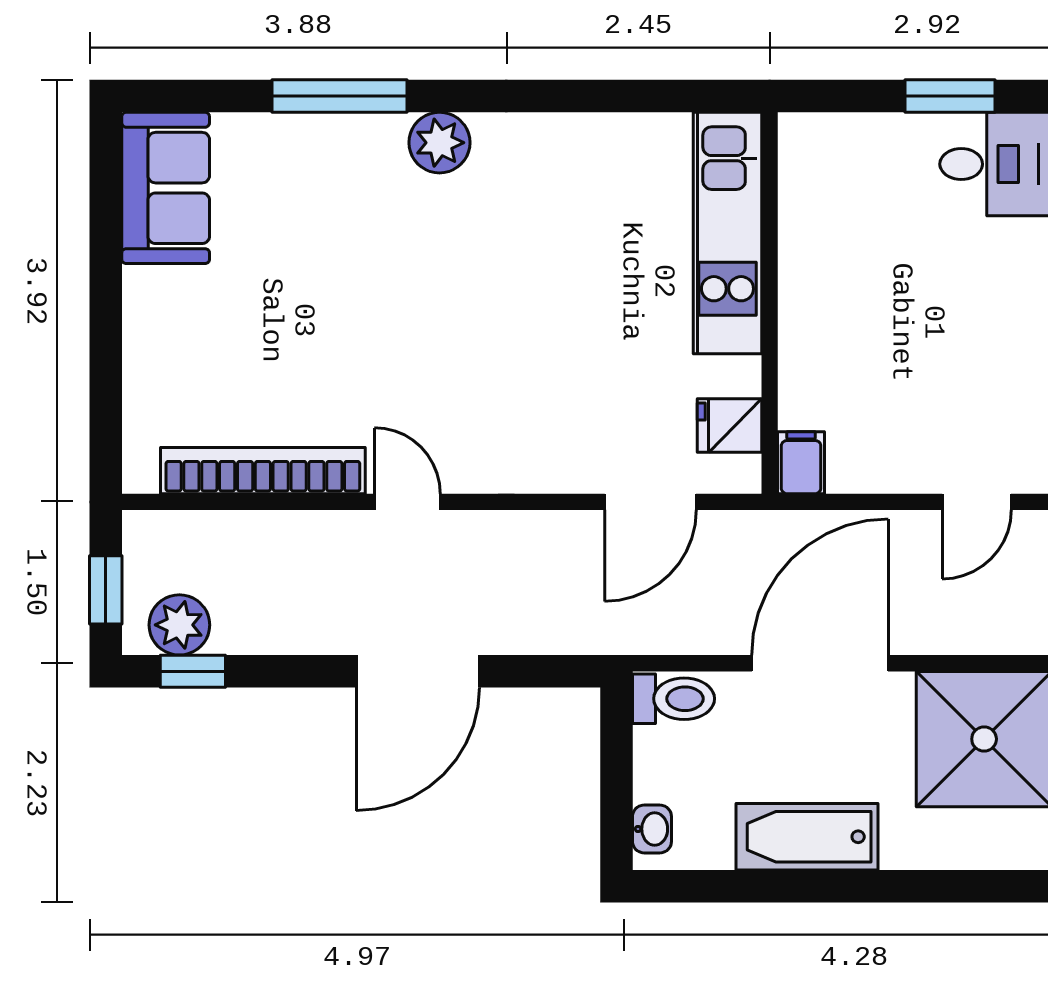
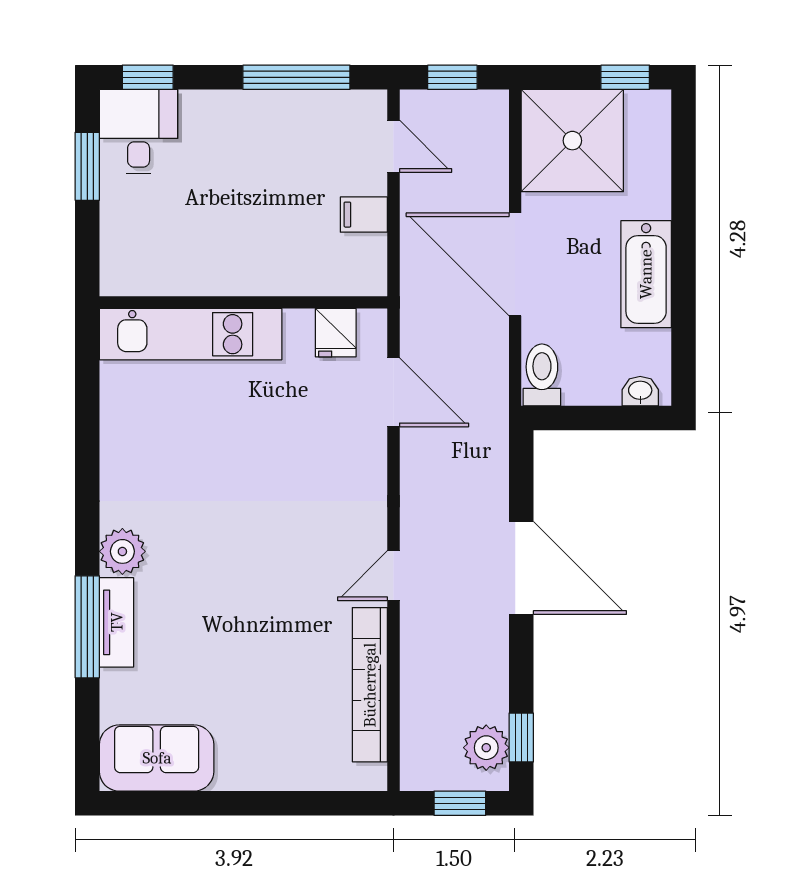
tv unit: (345, 135) -> (117, 622), added
filing cabinet: (801, 463) -> (364, 215), moved

